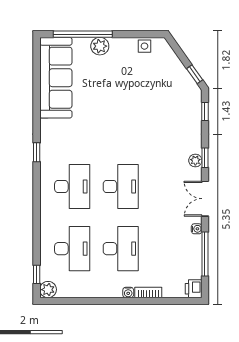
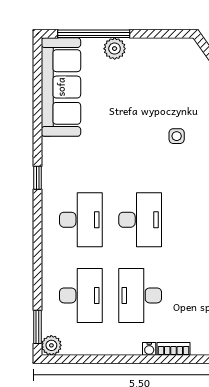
side table: (144, 46) -> (177, 136), moved
desk: (121, 249) -> (140, 295), turned 180
window: (37, 274) -> (37, 327), width x1.50

